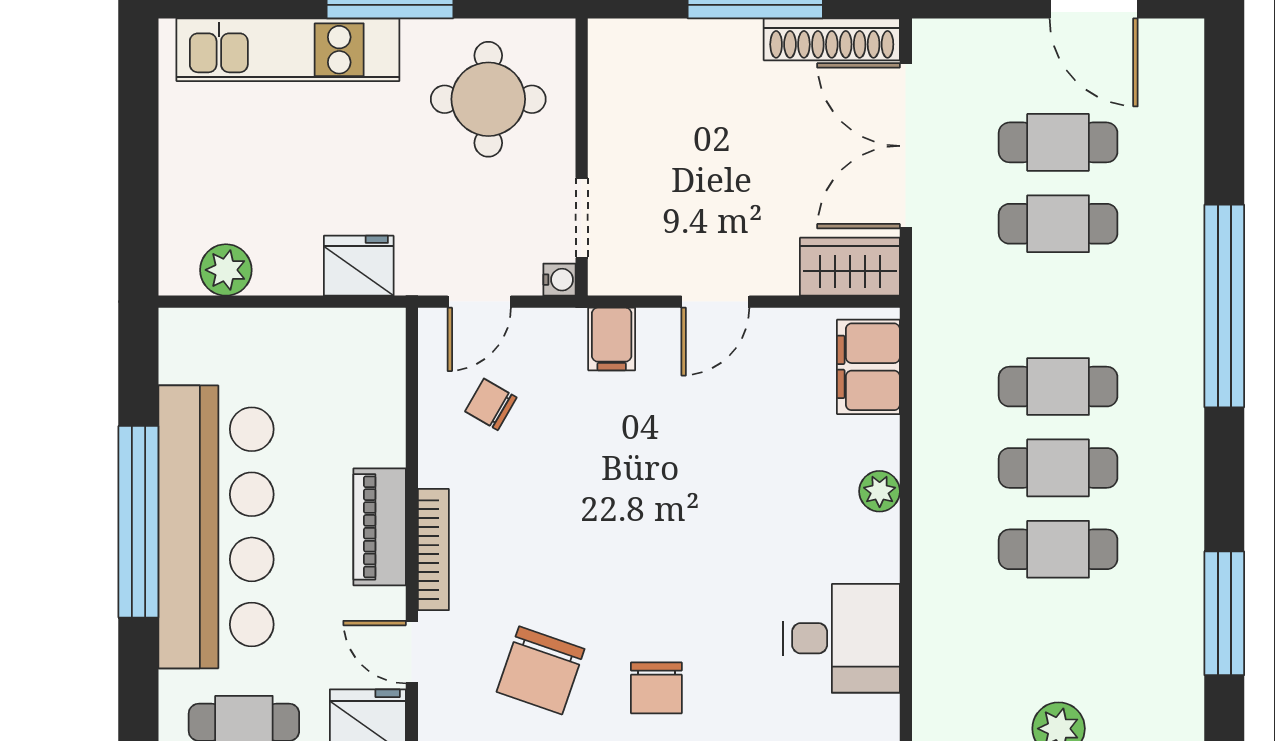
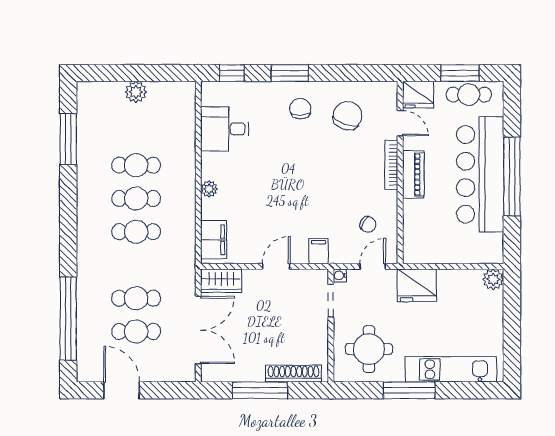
shoe rack: (832, 39) -> (293, 374), moved
fridge: (359, 266) -> (417, 285), width x1.36, depth x1.34
plant: (226, 270) -> (493, 279), moved
window: (1224, 306) -> (68, 319), moved

